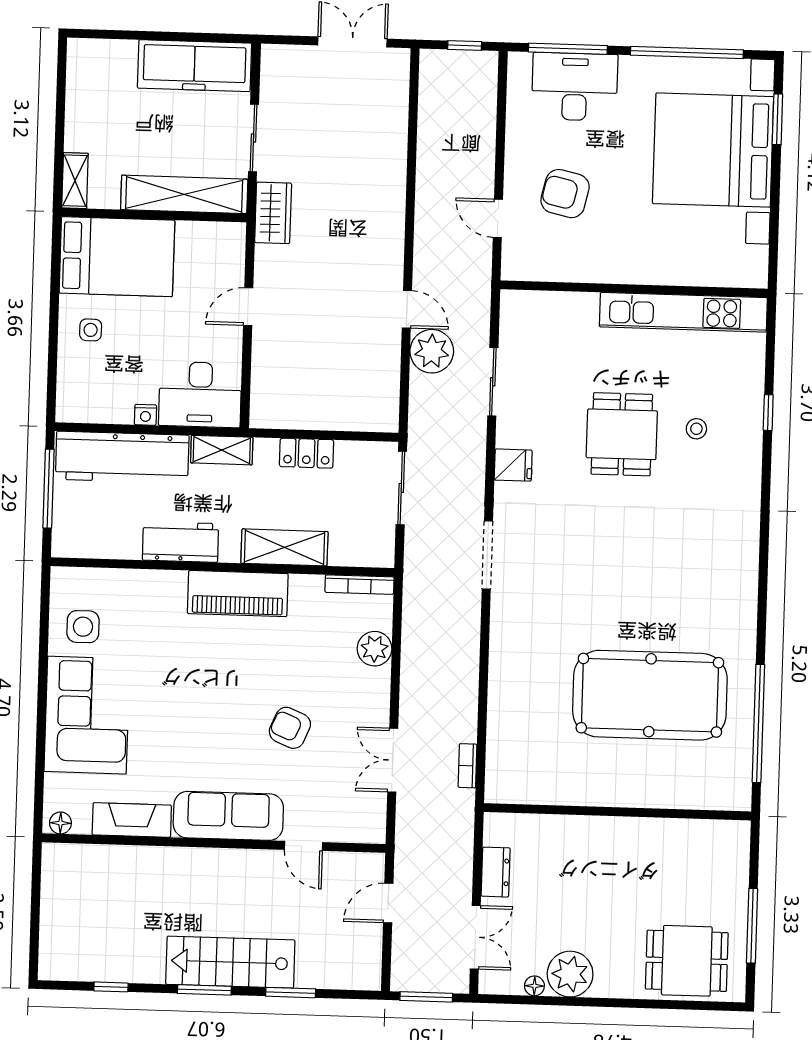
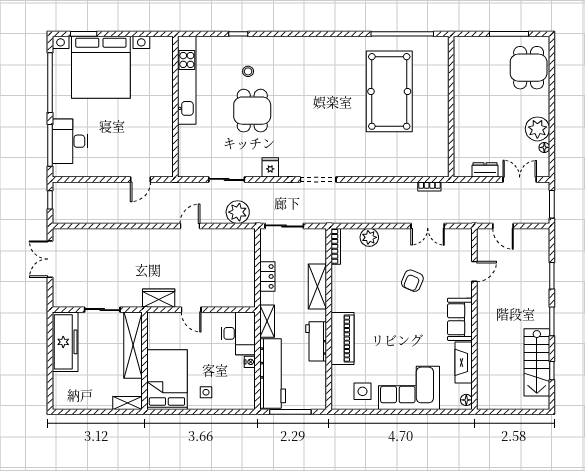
armchair: (565, 194) -> (126, 144), removed
wardrobe: (273, 213) -> (159, 298), moved
plant: (432, 351) -> (238, 212), moved
dining table: (622, 434) -> (252, 111), turned 90
piano: (238, 594) -> (343, 339), moved
sofa: (228, 816) -> (460, 319), width x0.73
stairs: (230, 962) -> (537, 362), moved

